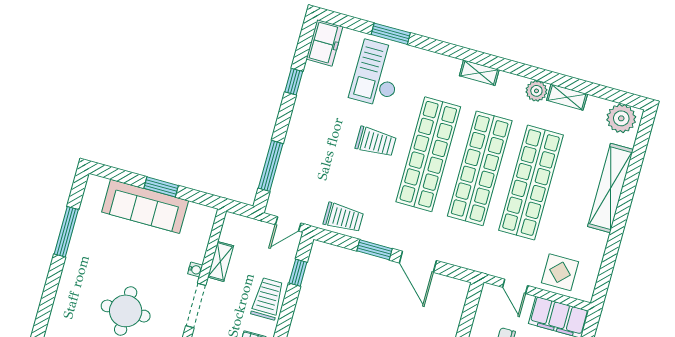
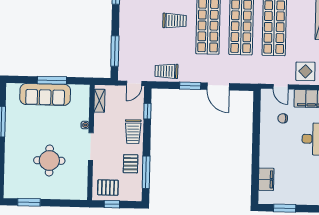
window: (161, 187) -> (52, 80), width x1.44
trolley: (343, 218) -> (166, 71), turned 180
shelving: (221, 261) -> (99, 101), moved
trolley: (268, 299) -> (133, 132), turned 180

